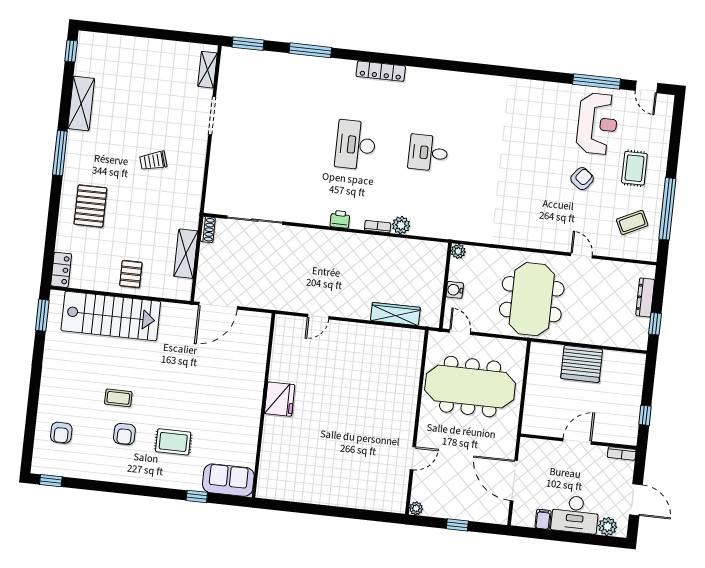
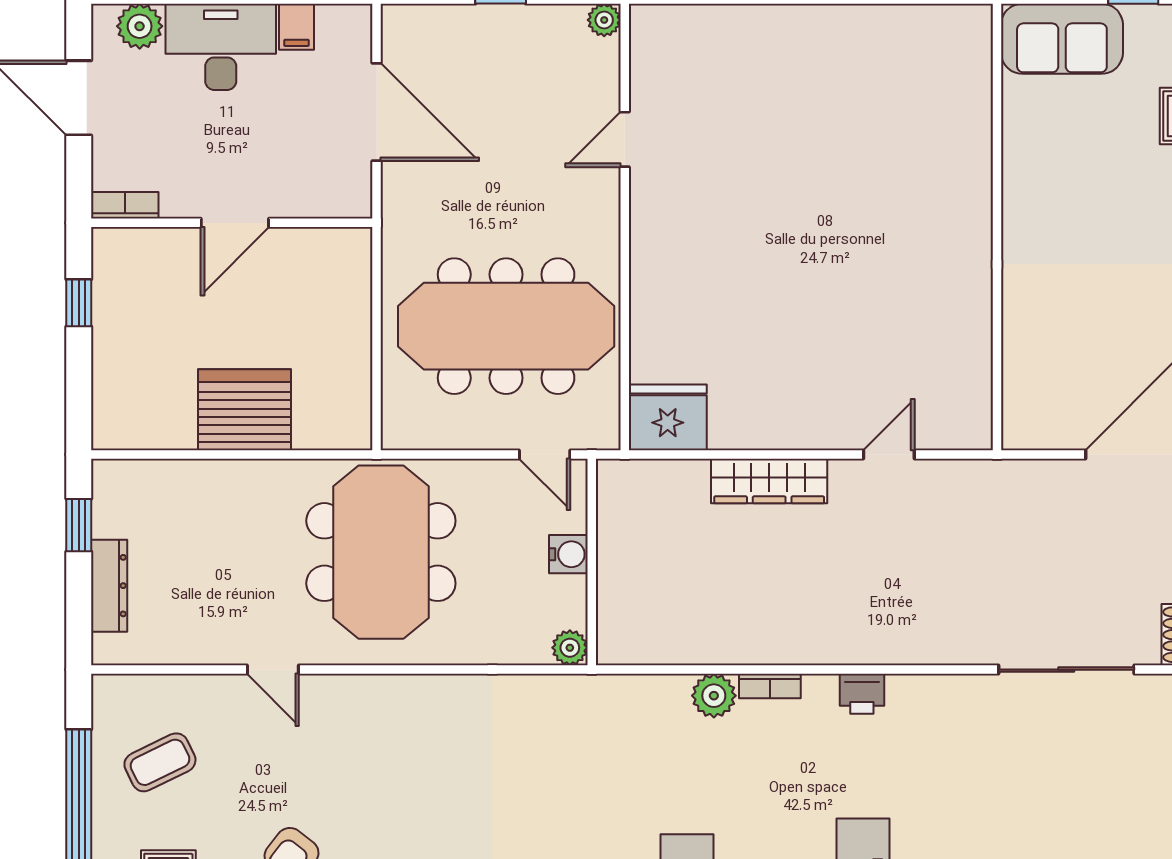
wardrobe: (395, 314) -> (769, 481), moved
fridge: (280, 399) -> (668, 417), moved, turned 90

